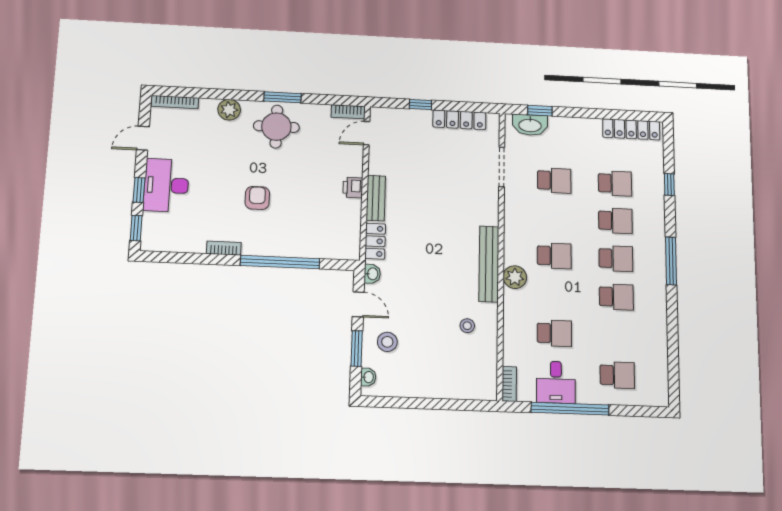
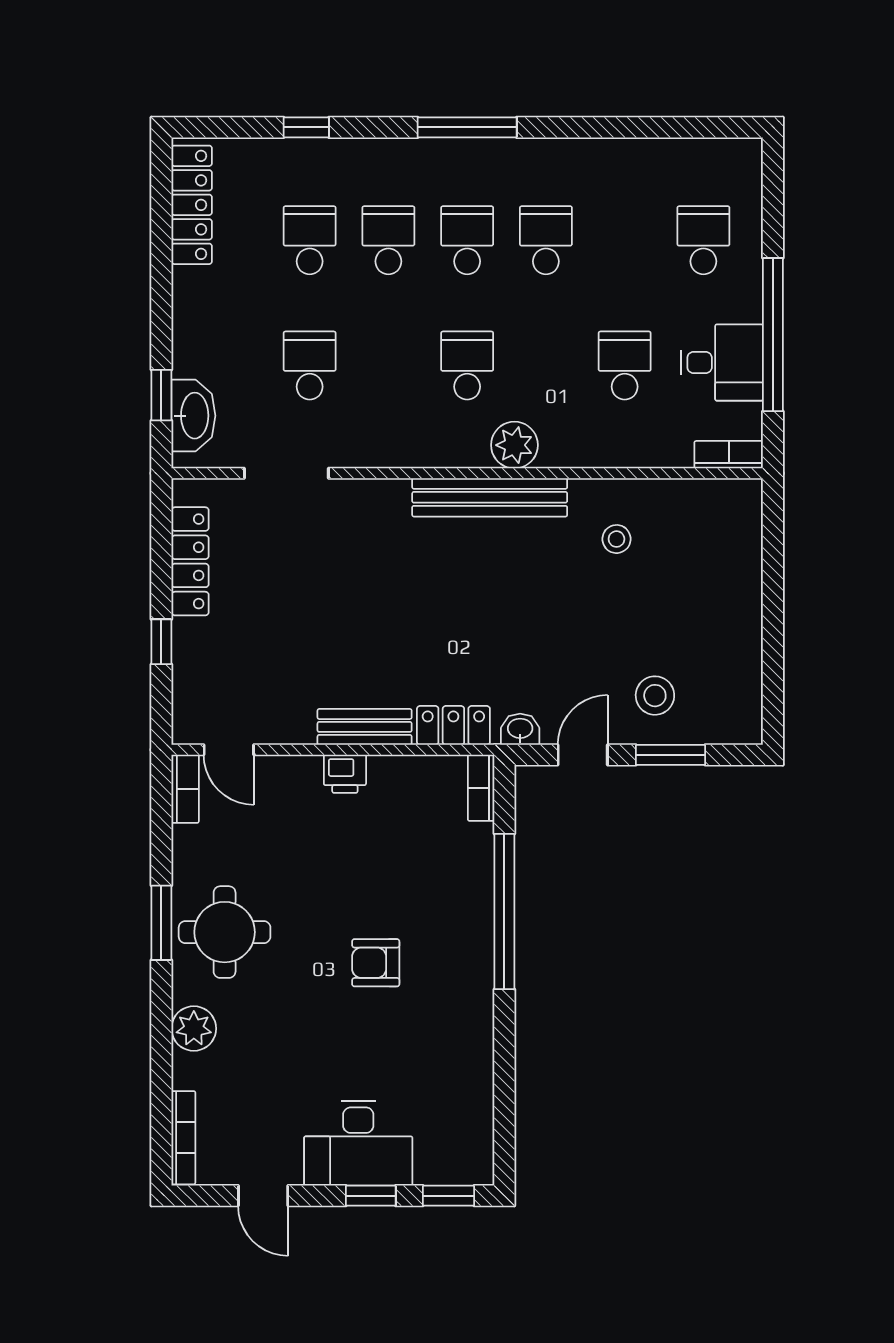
bookcase: (224, 248) -> (481, 788), moved
washbasin: (368, 377) -> (726, 731), removed

